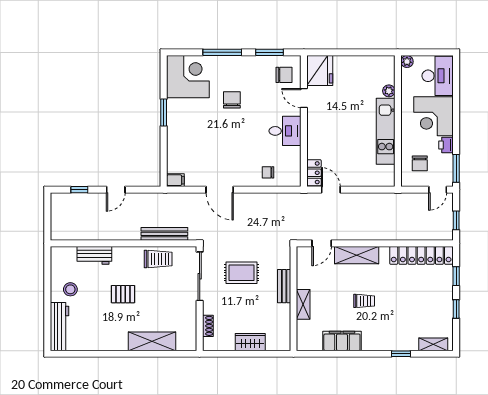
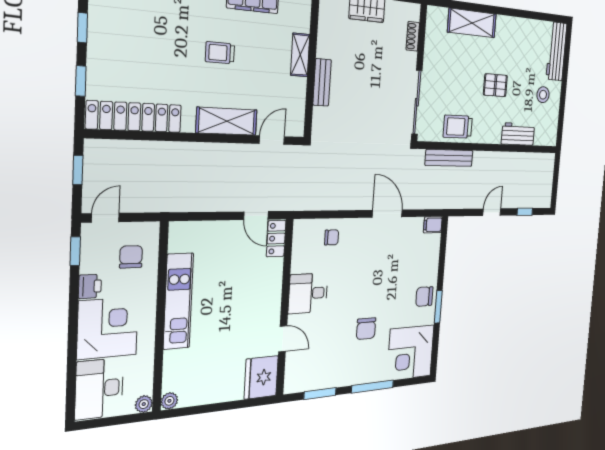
chair: (284, 75) -> (424, 296), moved
plant: (389, 91) -> (169, 401), moved
window: (456, 168) -> (75, 251), width x0.67
rug: (241, 273) -> (371, 104), removed

